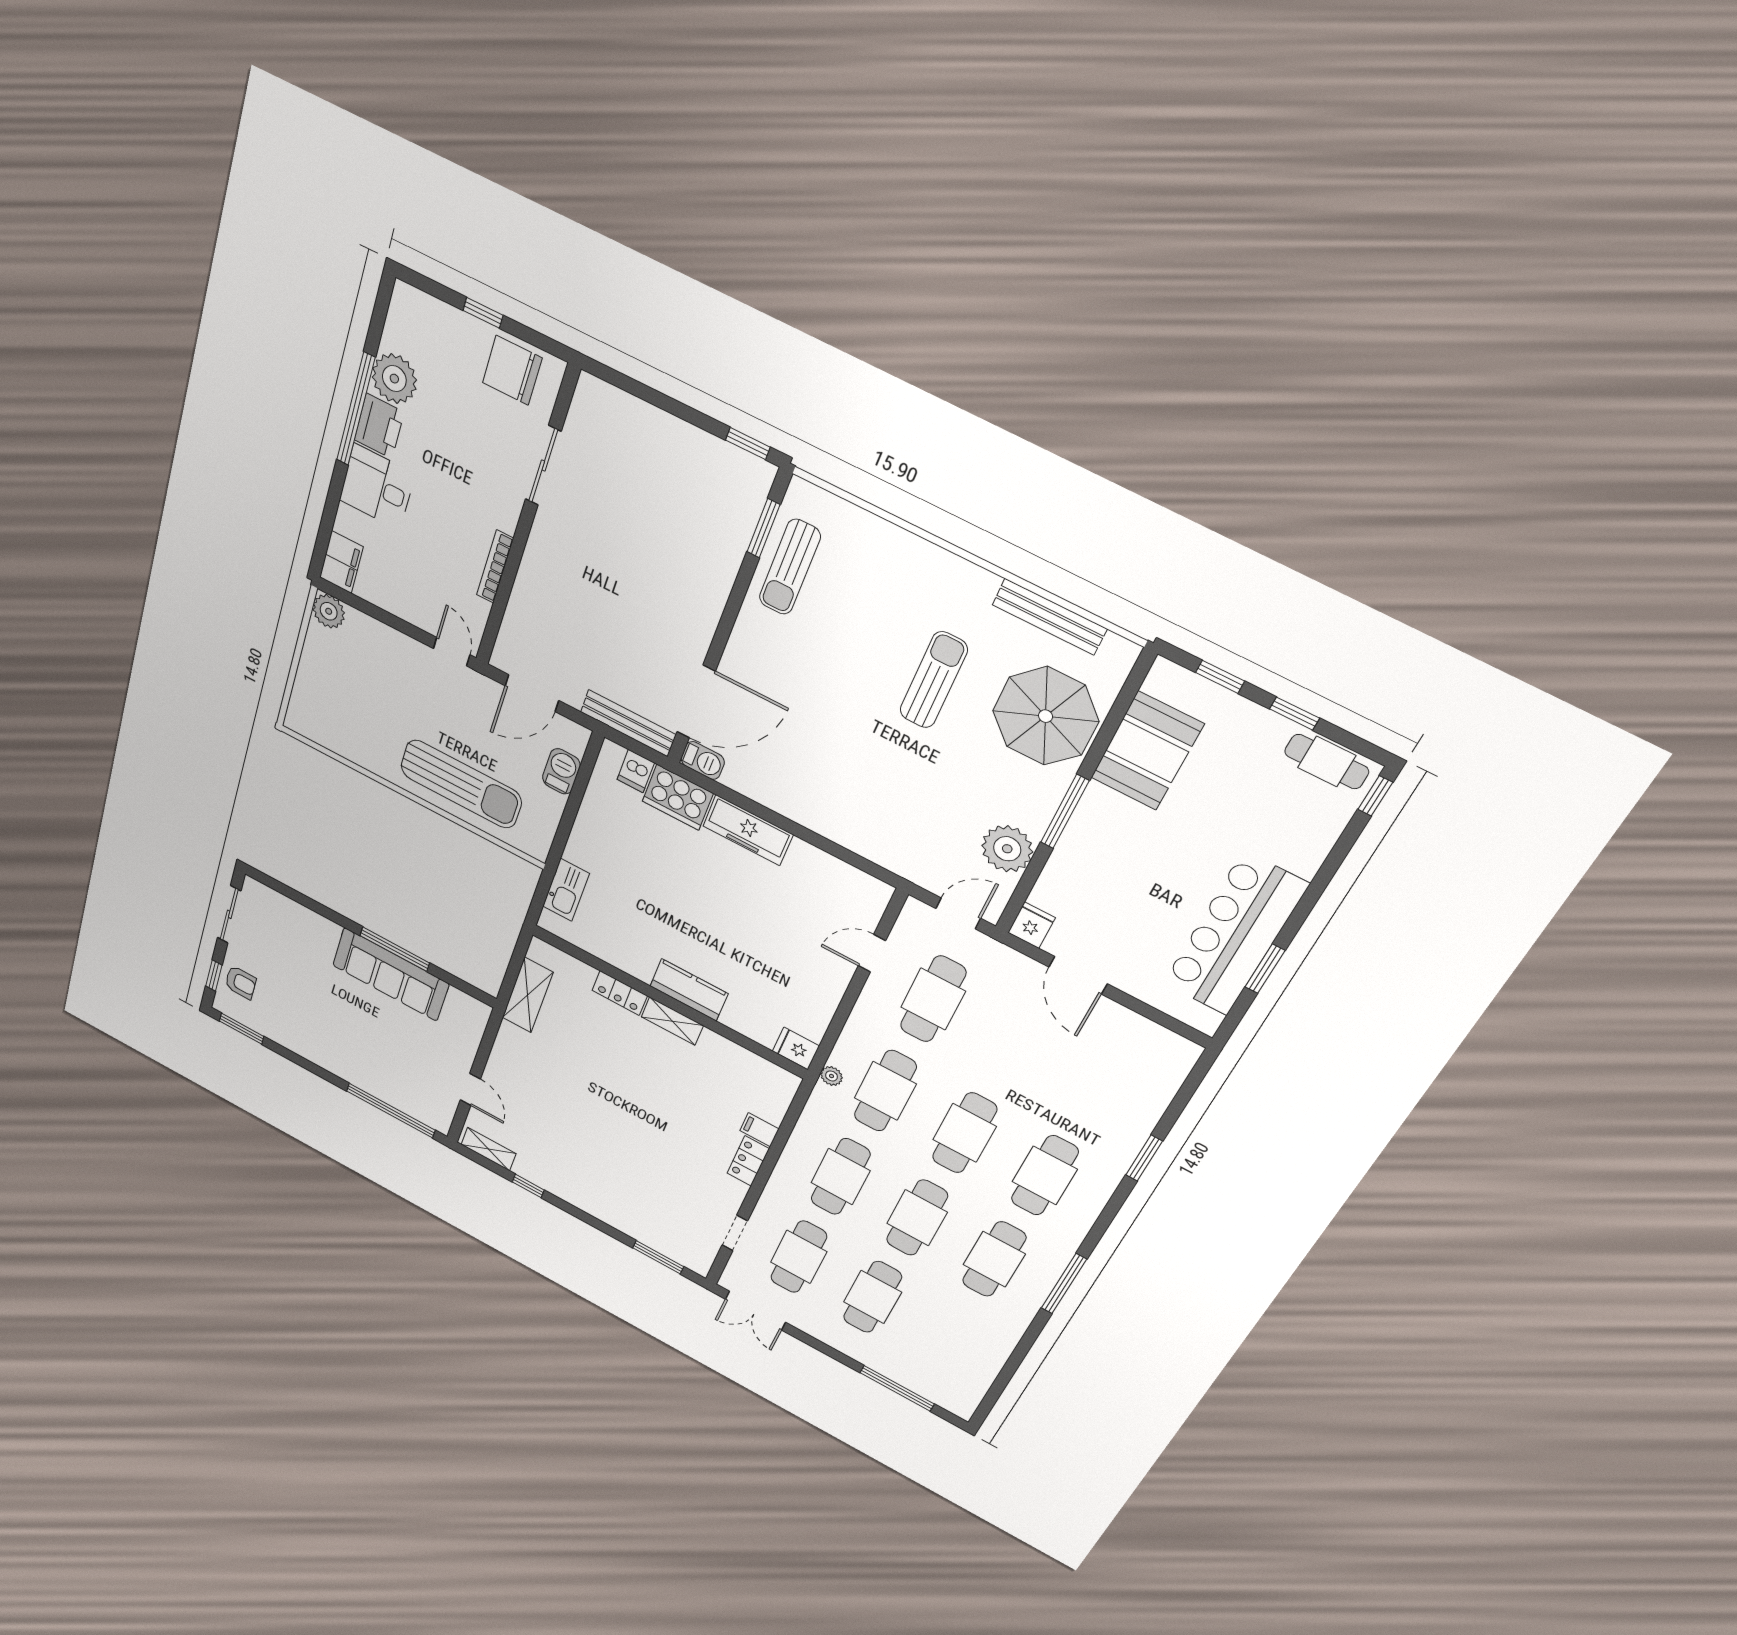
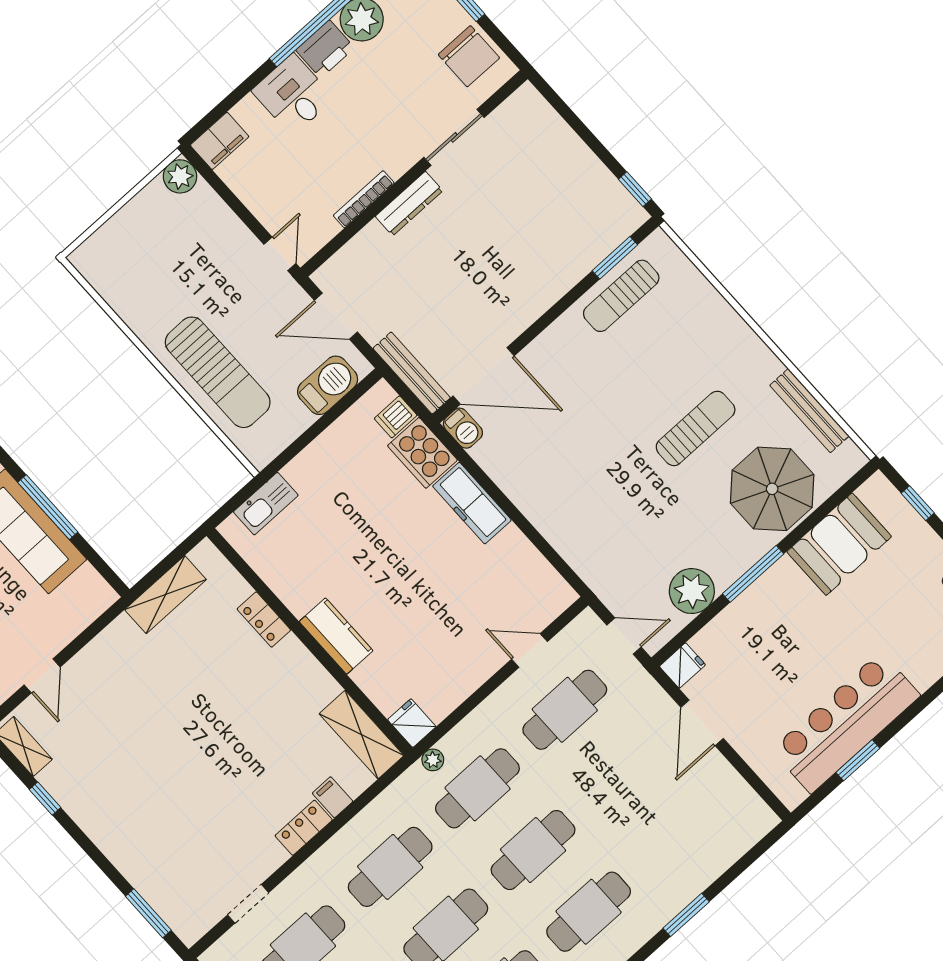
chair: (512, 370) -> (469, 56), turned 180
dresser: (538, 554) -> (409, 204), added
barbecue: (561, 771) -> (328, 385), width x1.38, depth x1.27
shelving: (672, 1021) -> (361, 735), moved, width x1.50, depth x1.33

